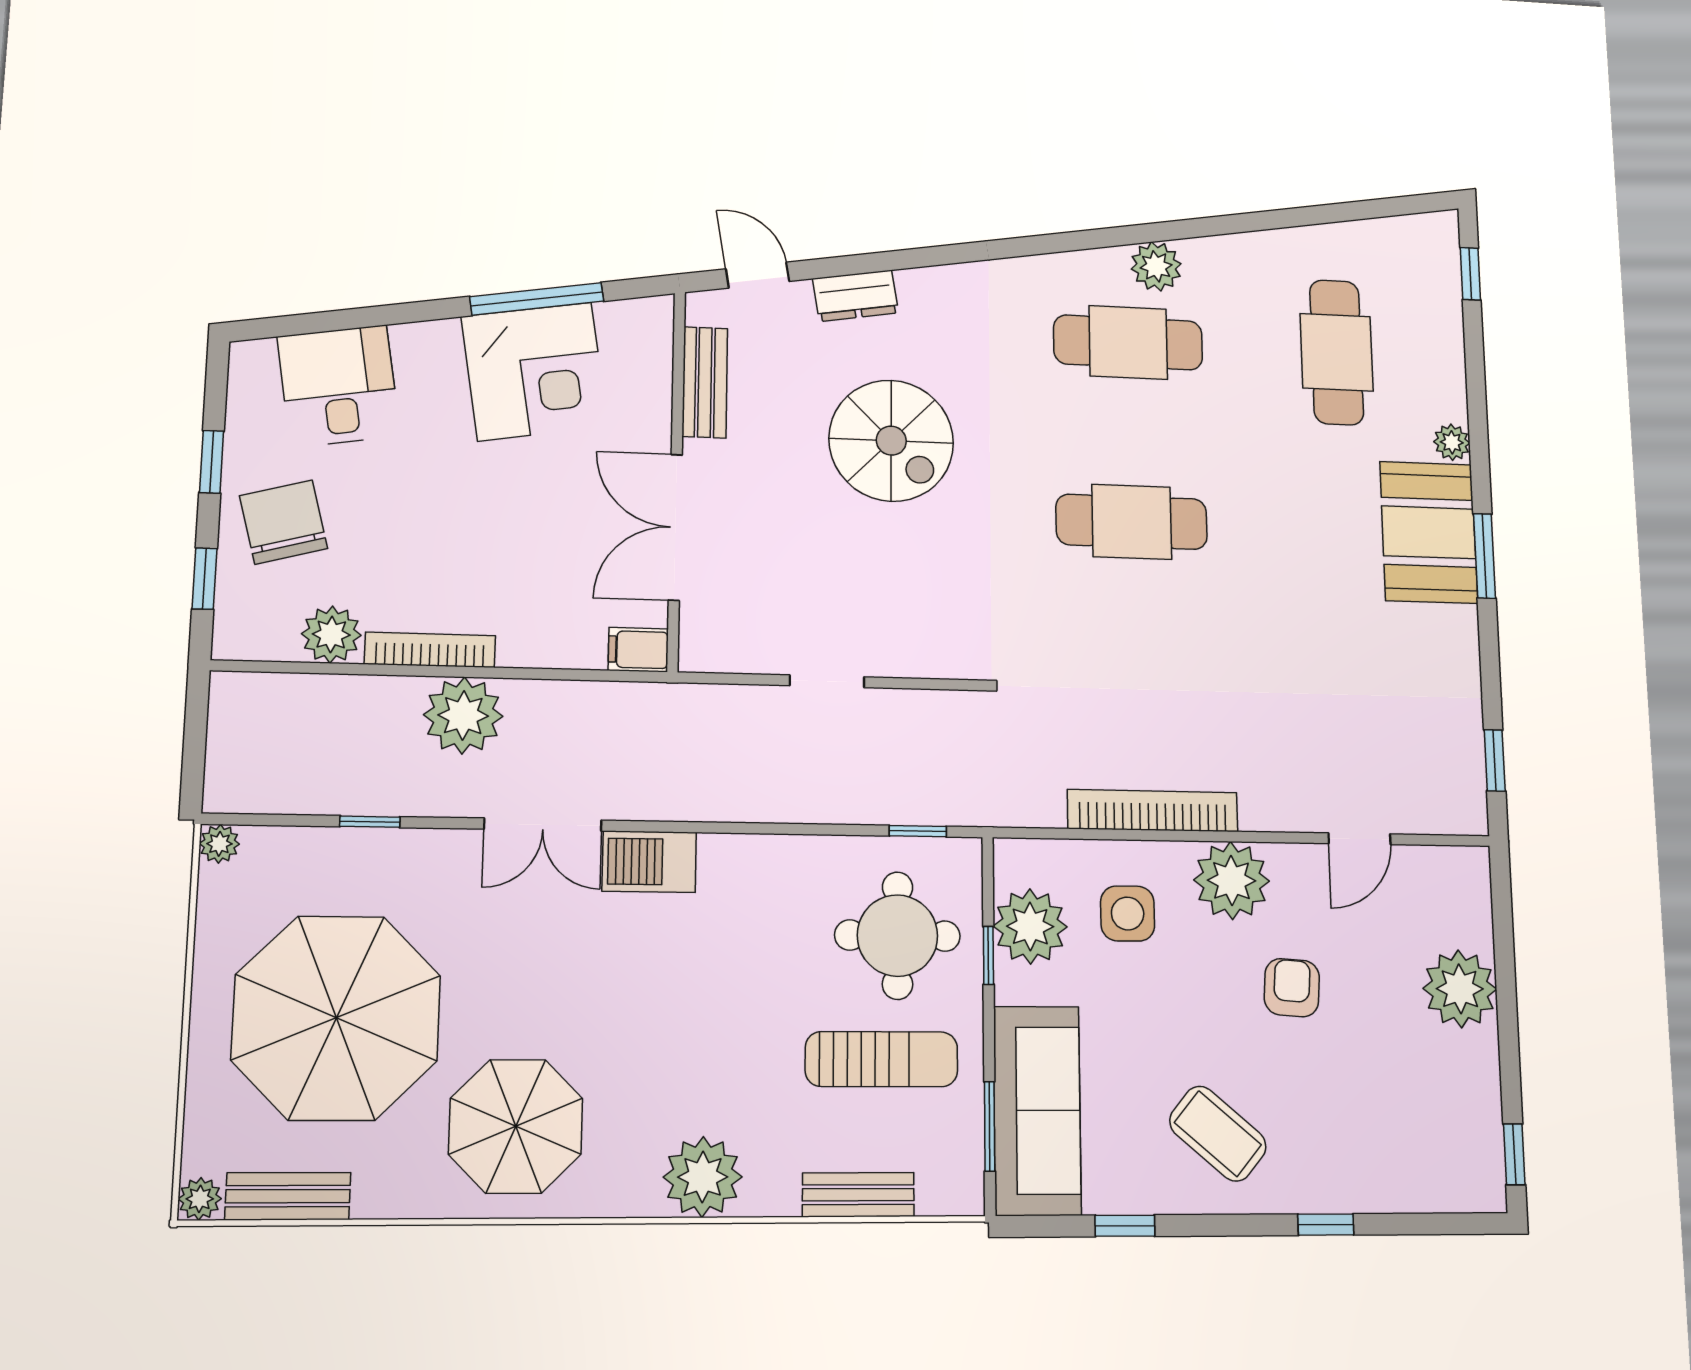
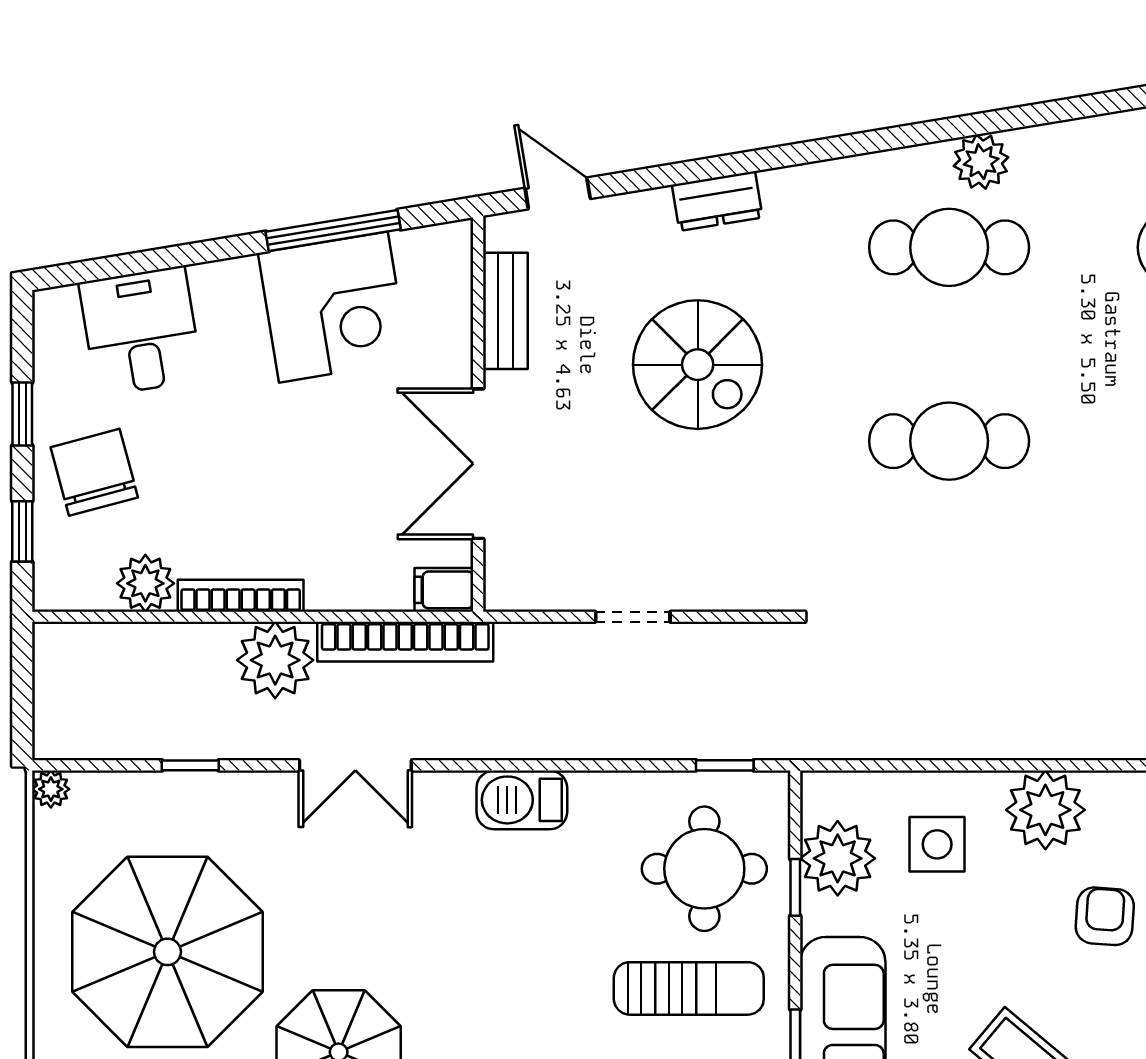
dresser: (856, 296) -> (717, 201), moved
bookcase: (1153, 811) -> (405, 642), moved, turned 180
barbecue: (649, 862) -> (522, 800), moved

